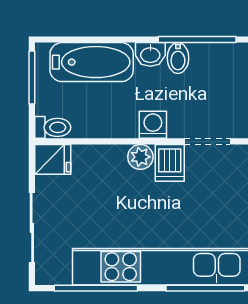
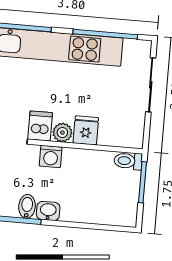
bathtub: (92, 62) -> (94, 209), removed
window: (32, 77) -> (142, 182), moved
fridge: (53, 159) -> (86, 130), moved, turned 90

